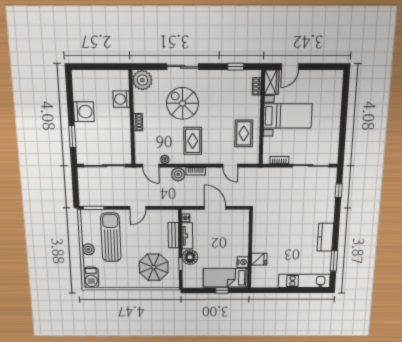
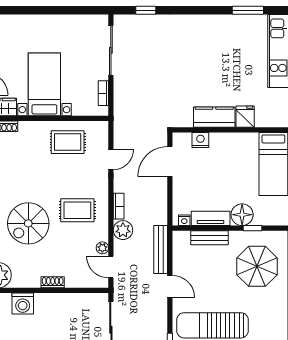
door: (151, 166) -> (111, 267), swing flipped
bench: (164, 201) -> (161, 249), added
door: (215, 208) -> (170, 162), moved
kitchen counter: (325, 237) -> (214, 117), moved, turned 180
nightstand: (243, 262) -> (200, 140), moved

